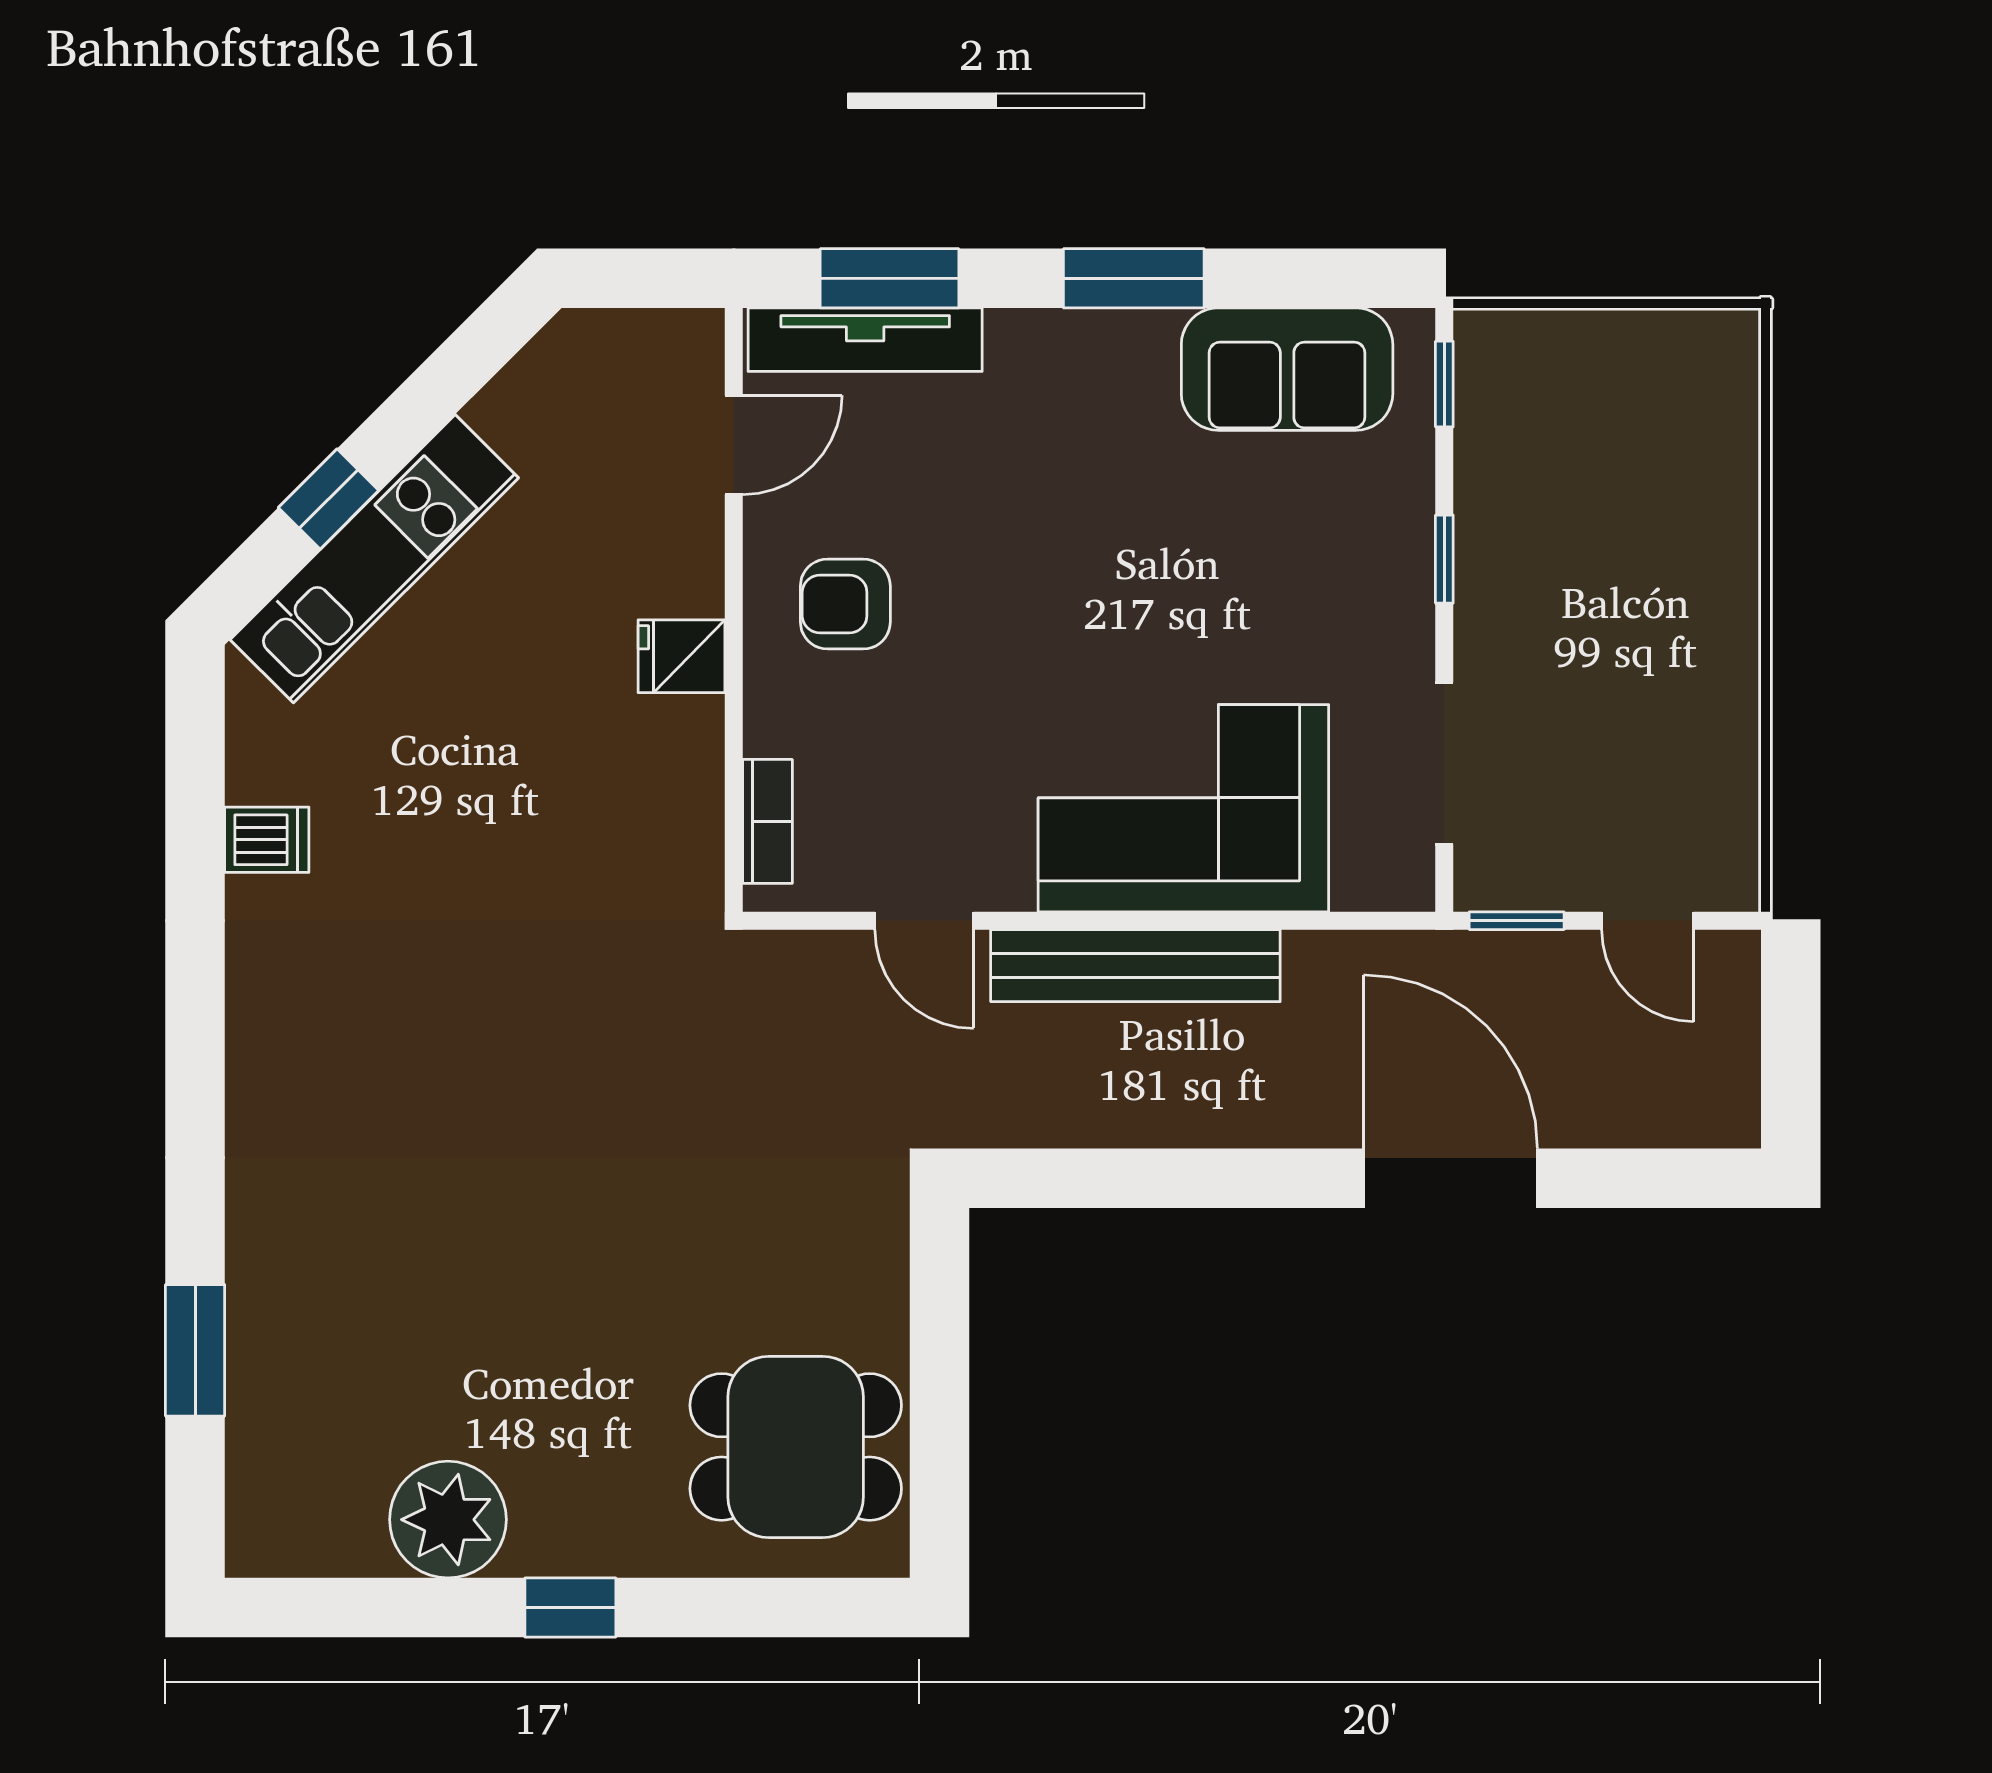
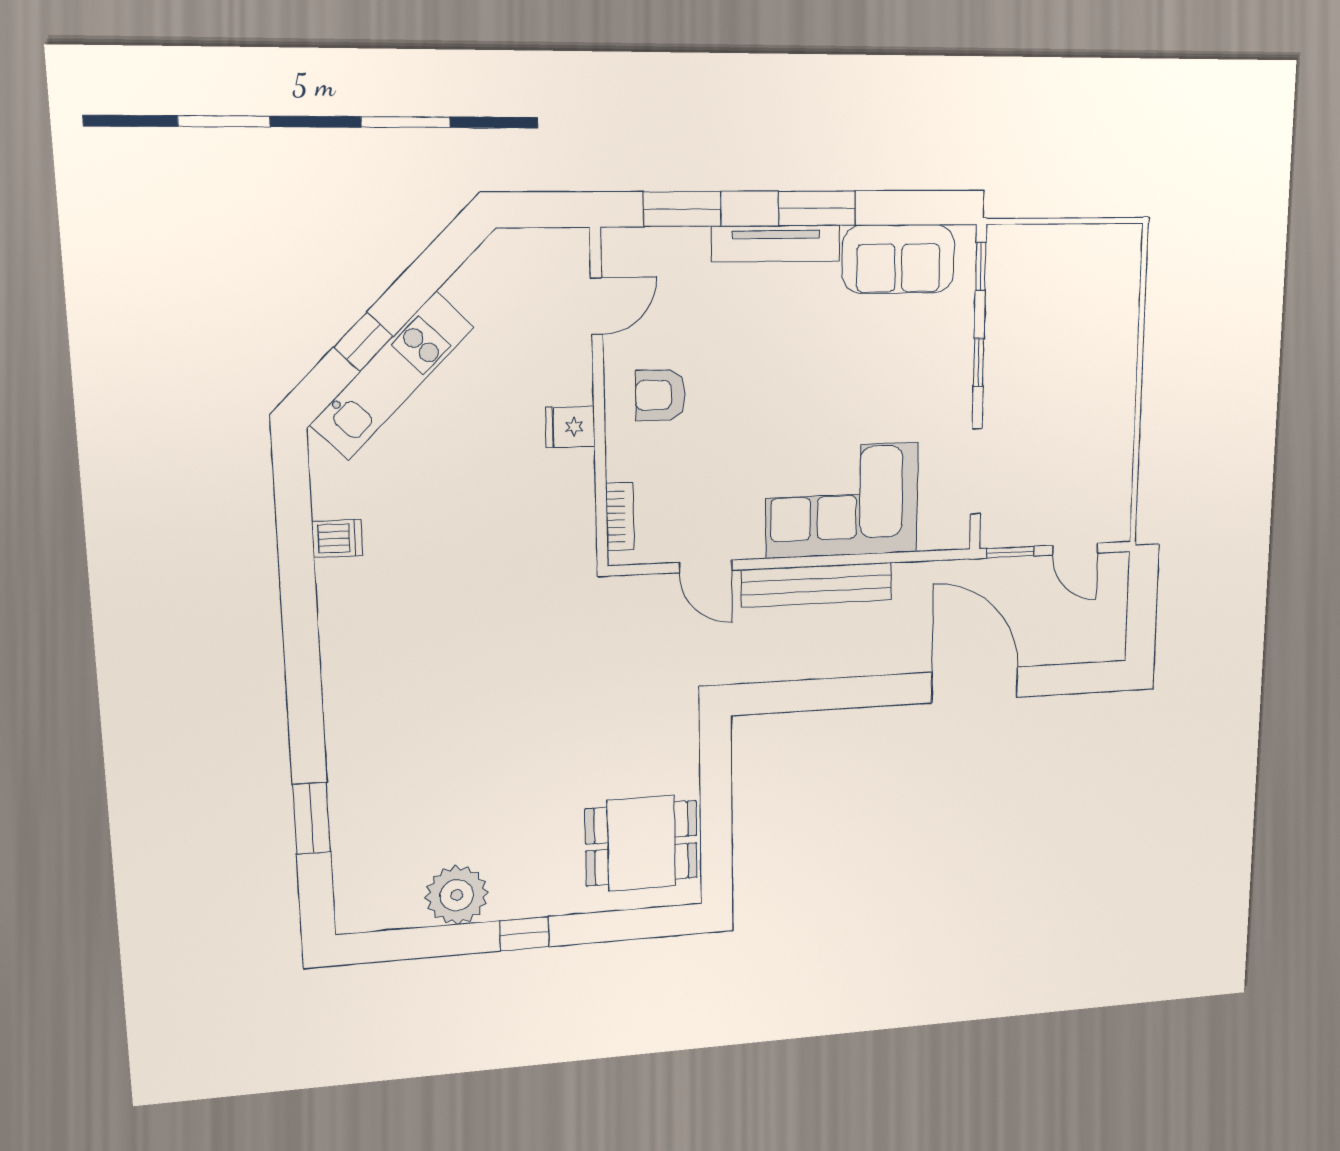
tv unit: (865, 340) -> (776, 244), moved

